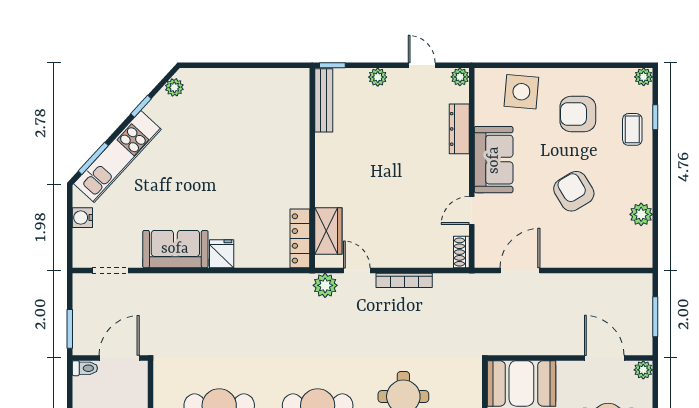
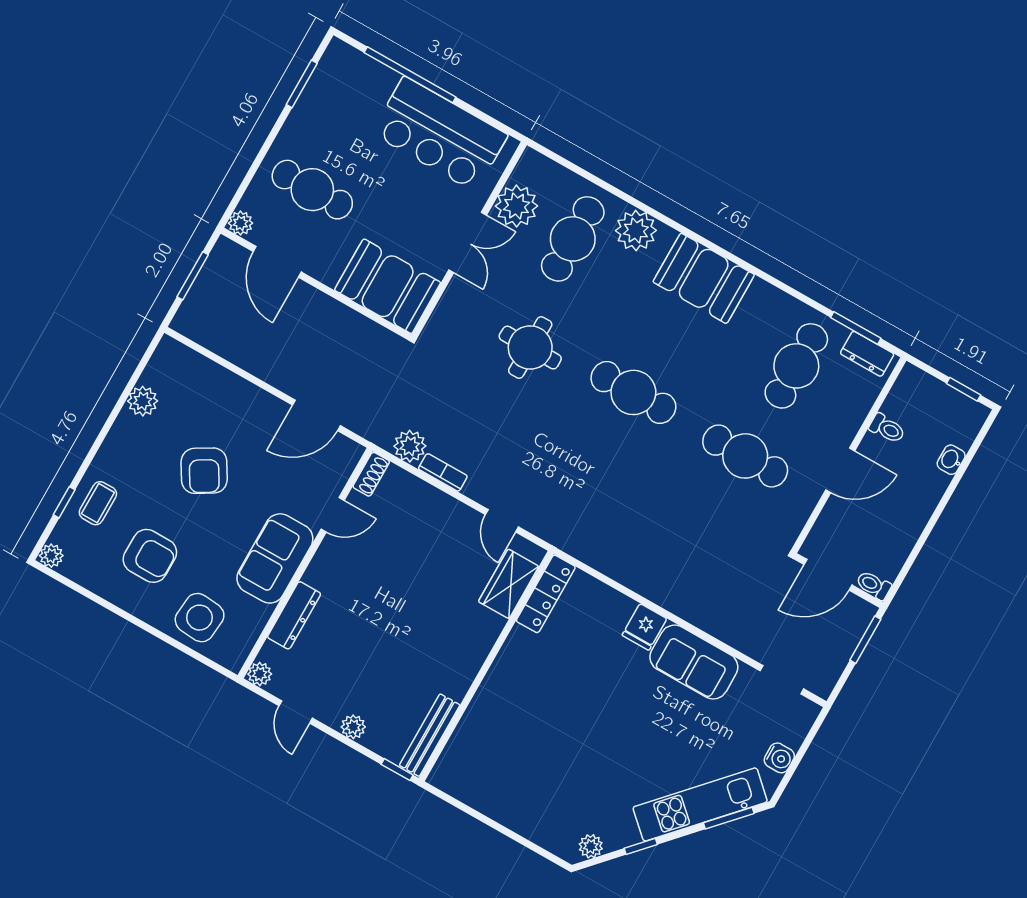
bookcase: (404, 280) -> (443, 472), width x0.64
plant: (325, 285) -> (410, 446), moved

